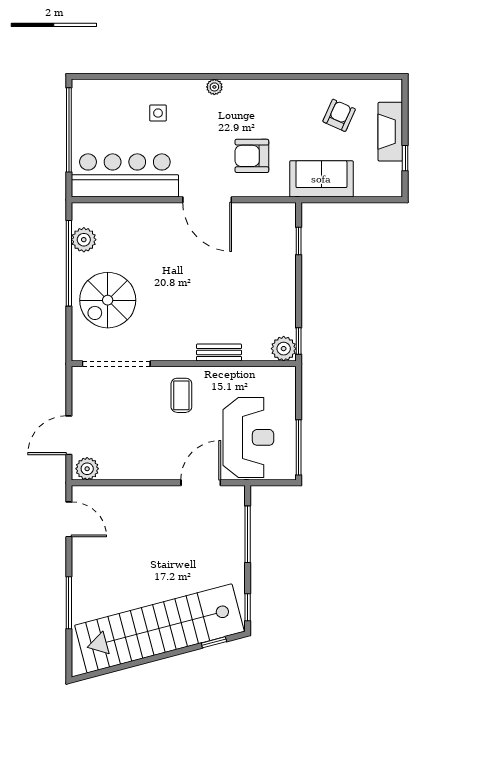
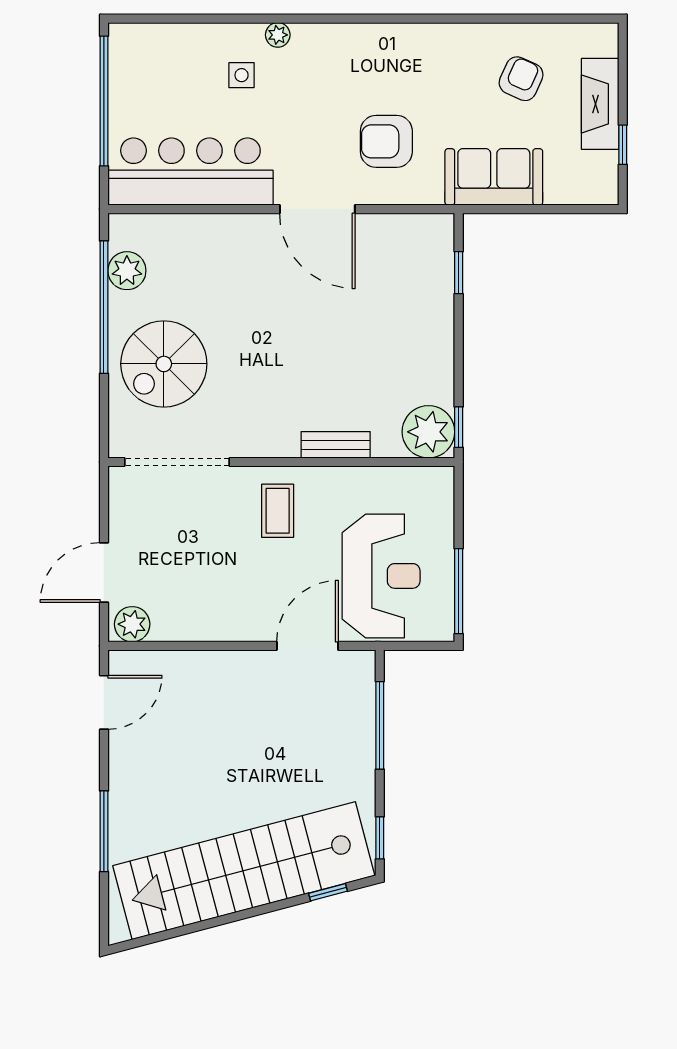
plant: (214, 87) -> (278, 35), moved
plant: (284, 349) -> (428, 432), width x1.36, depth x1.36
door: (69, 519) -> (104, 702), hinge flipped

